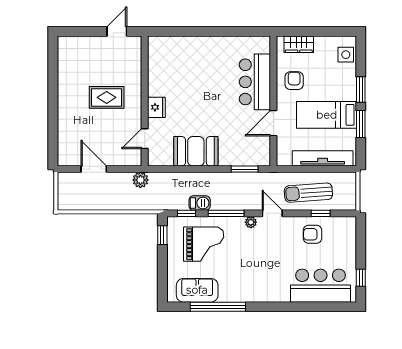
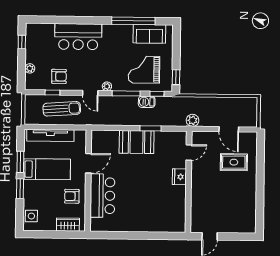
armchair: (294, 81) -> (72, 196), turned 90
rug: (107, 97) -> (234, 162), moved
booth: (196, 151) -> (137, 142), moved
window: (245, 169) -> (150, 128), moved
plant: (350, 244) -> (30, 68), added
bar counter: (321, 286) -> (78, 37), moved

